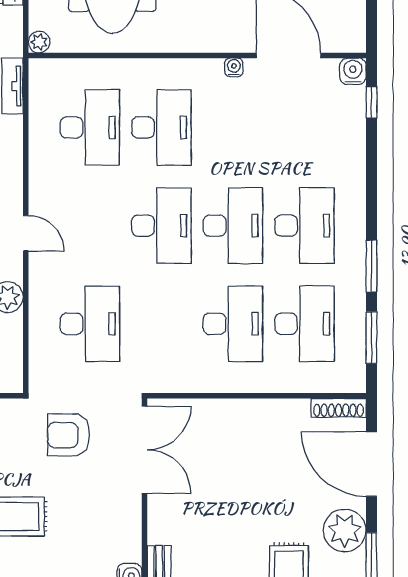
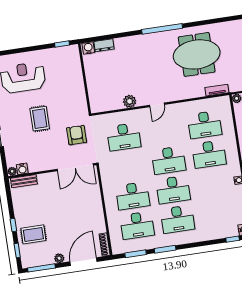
plant: (345, 530) -> (59, 258), width x0.53, depth x0.53

